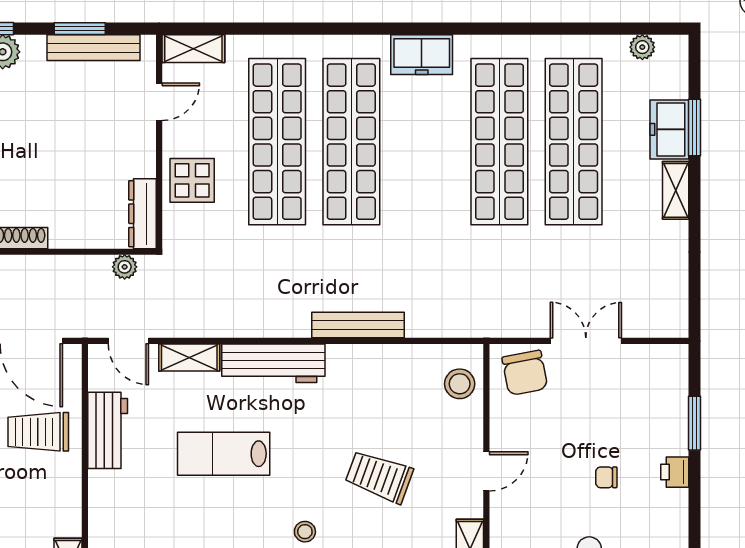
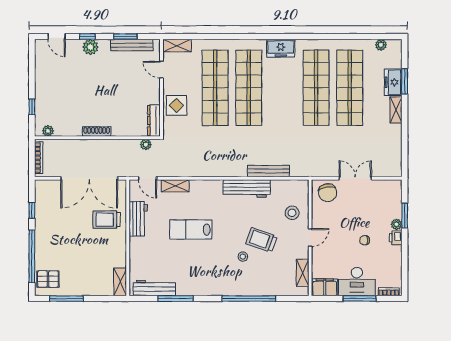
door: (159, 102) -> (162, 70), swing flipped
bench: (358, 325) -> (268, 171), moved
workbench: (273, 363) -> (247, 188), moved
stool: (460, 384) -> (292, 213), moved
plant: (677, 442) -> (396, 224), added
stool: (305, 532) -> (243, 257), moved

